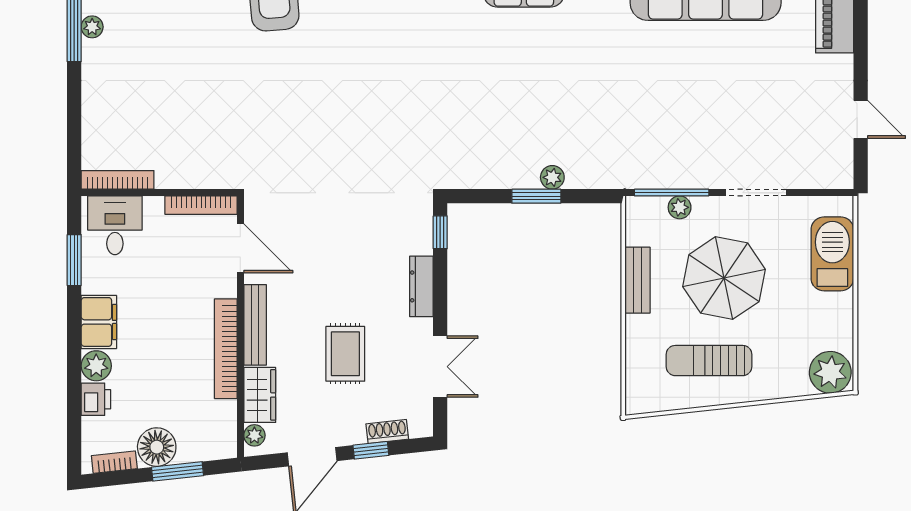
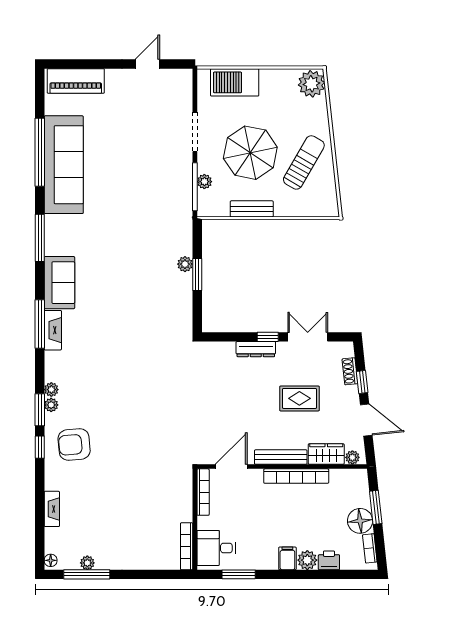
window: (440, 232) -> (268, 337), moved
filing cabinet: (99, 322) -> (287, 558), width x0.50
sun lounger: (709, 361) -> (304, 162), turned -150

